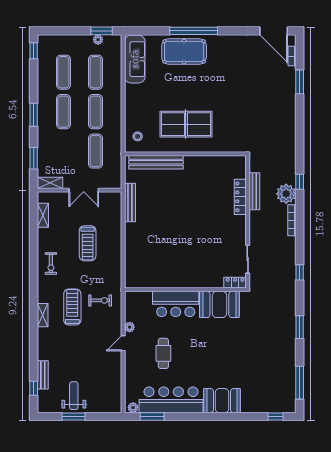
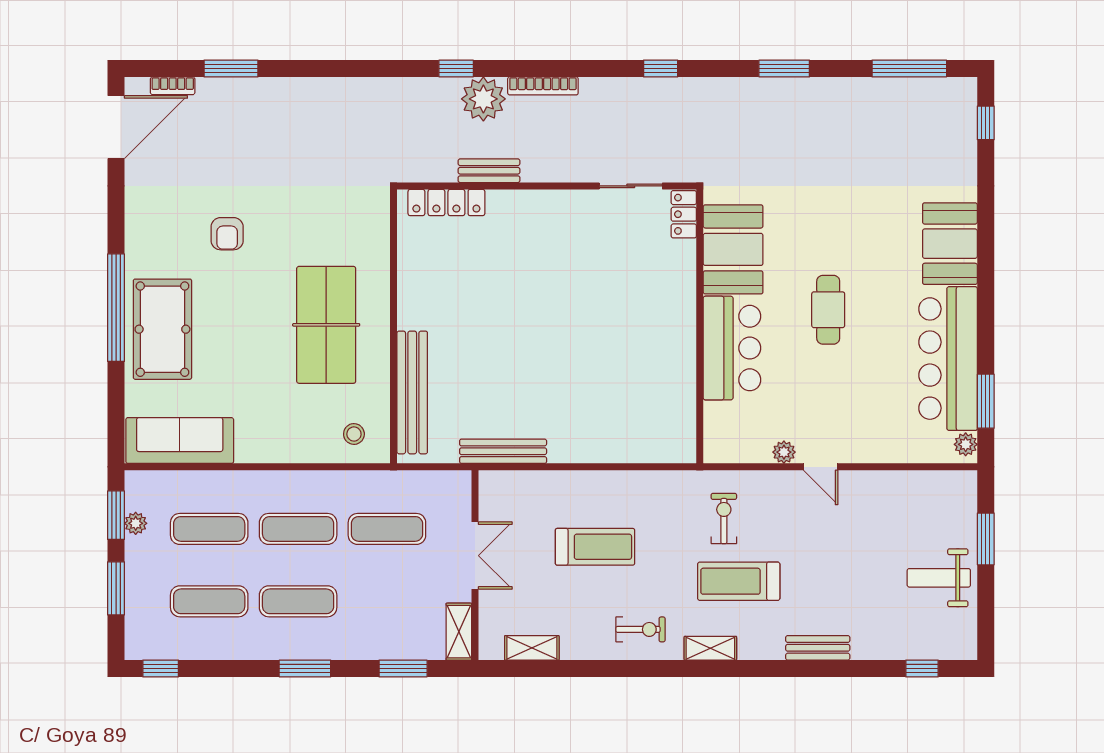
window: (69, 31) -> (116, 588), added
armchair: (226, 80) -> (227, 234), added
bench: (254, 191) -> (489, 171), width x0.73
locker: (240, 197) -> (446, 202), moved
shelving: (43, 315) -> (710, 648), moved
cafe table: (163, 353) -> (828, 310), moved, turned 90
bench: (43, 375) -> (818, 648), moved
window: (74, 417) -> (986, 539), moved

